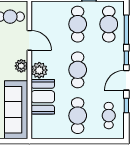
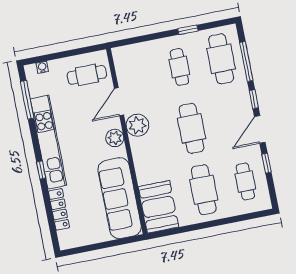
cafe table: (78, 24) -> (179, 67), width x0.73, depth x0.74
door: (29, 40) -> (119, 102), swing flipped
plant: (39, 70) -> (137, 125), moved
booth: (43, 97) -> (158, 207), moved

